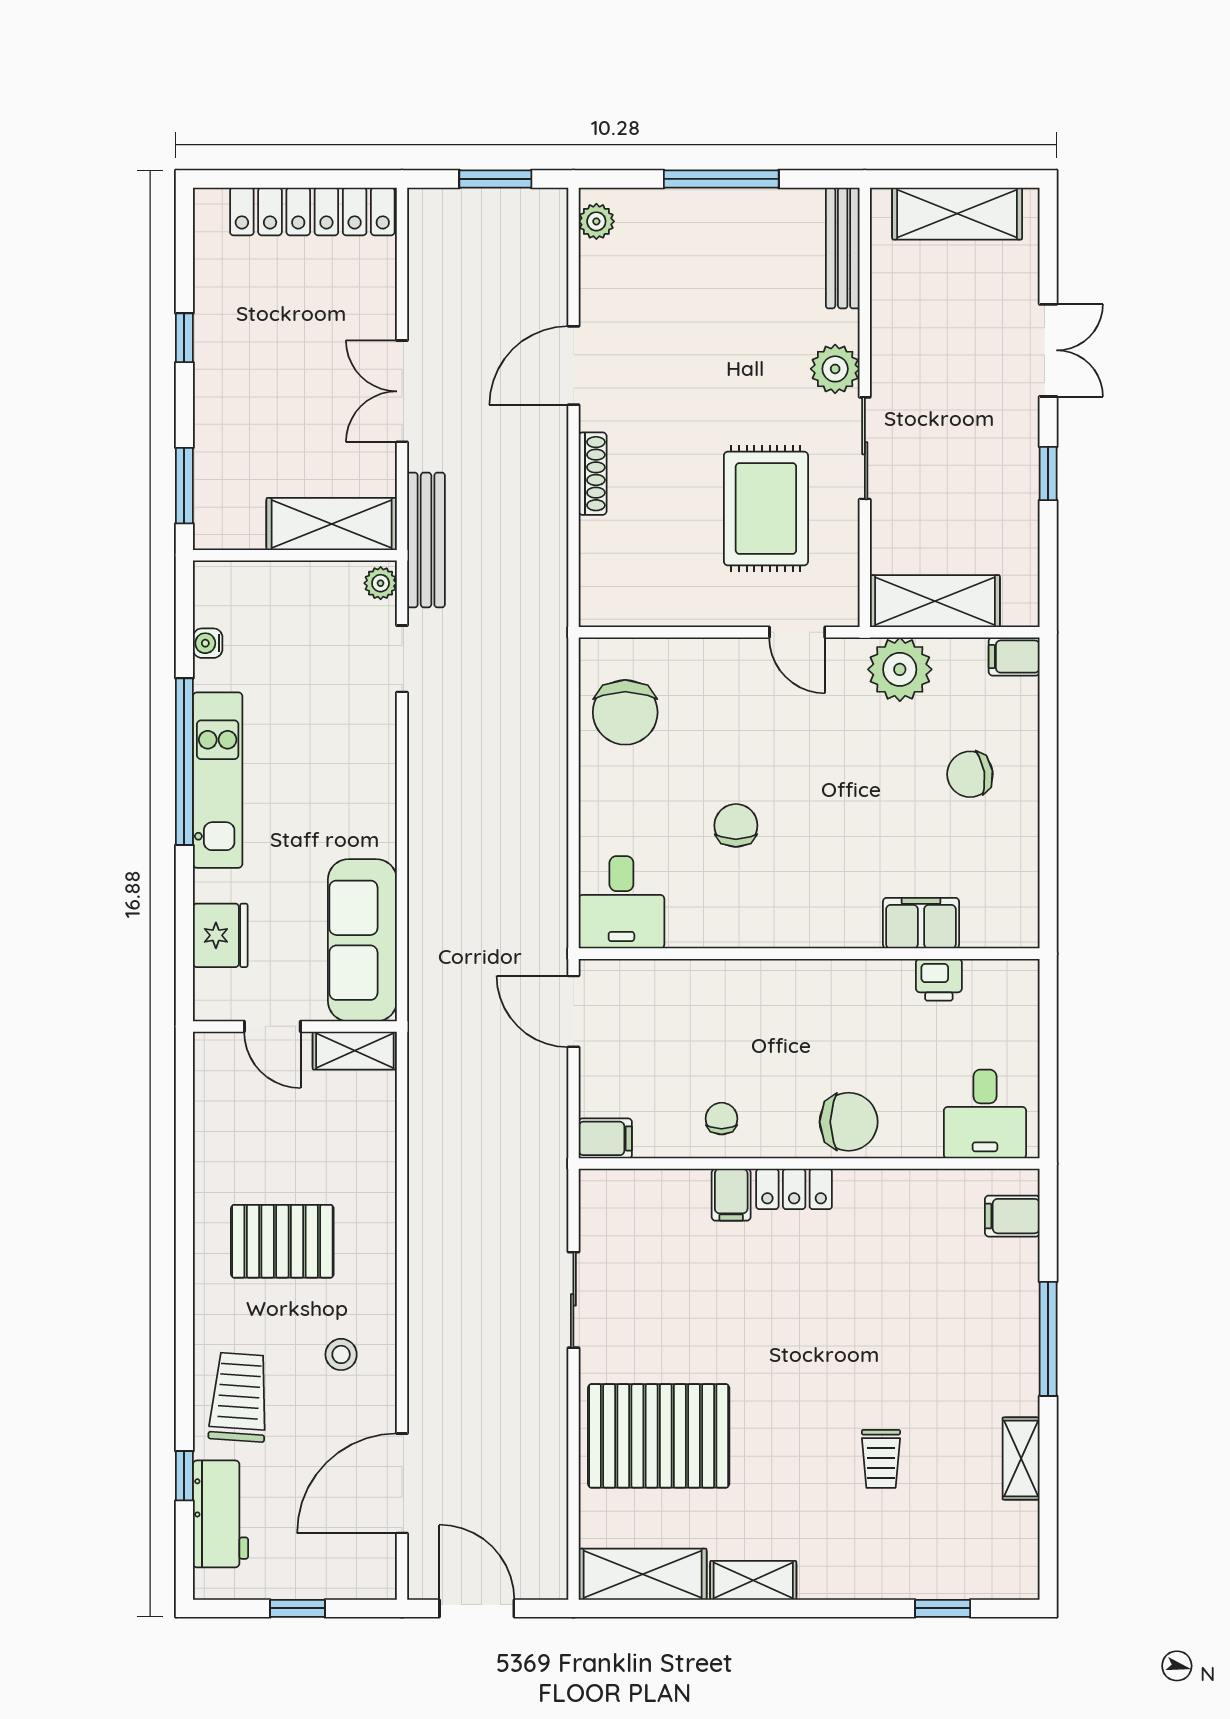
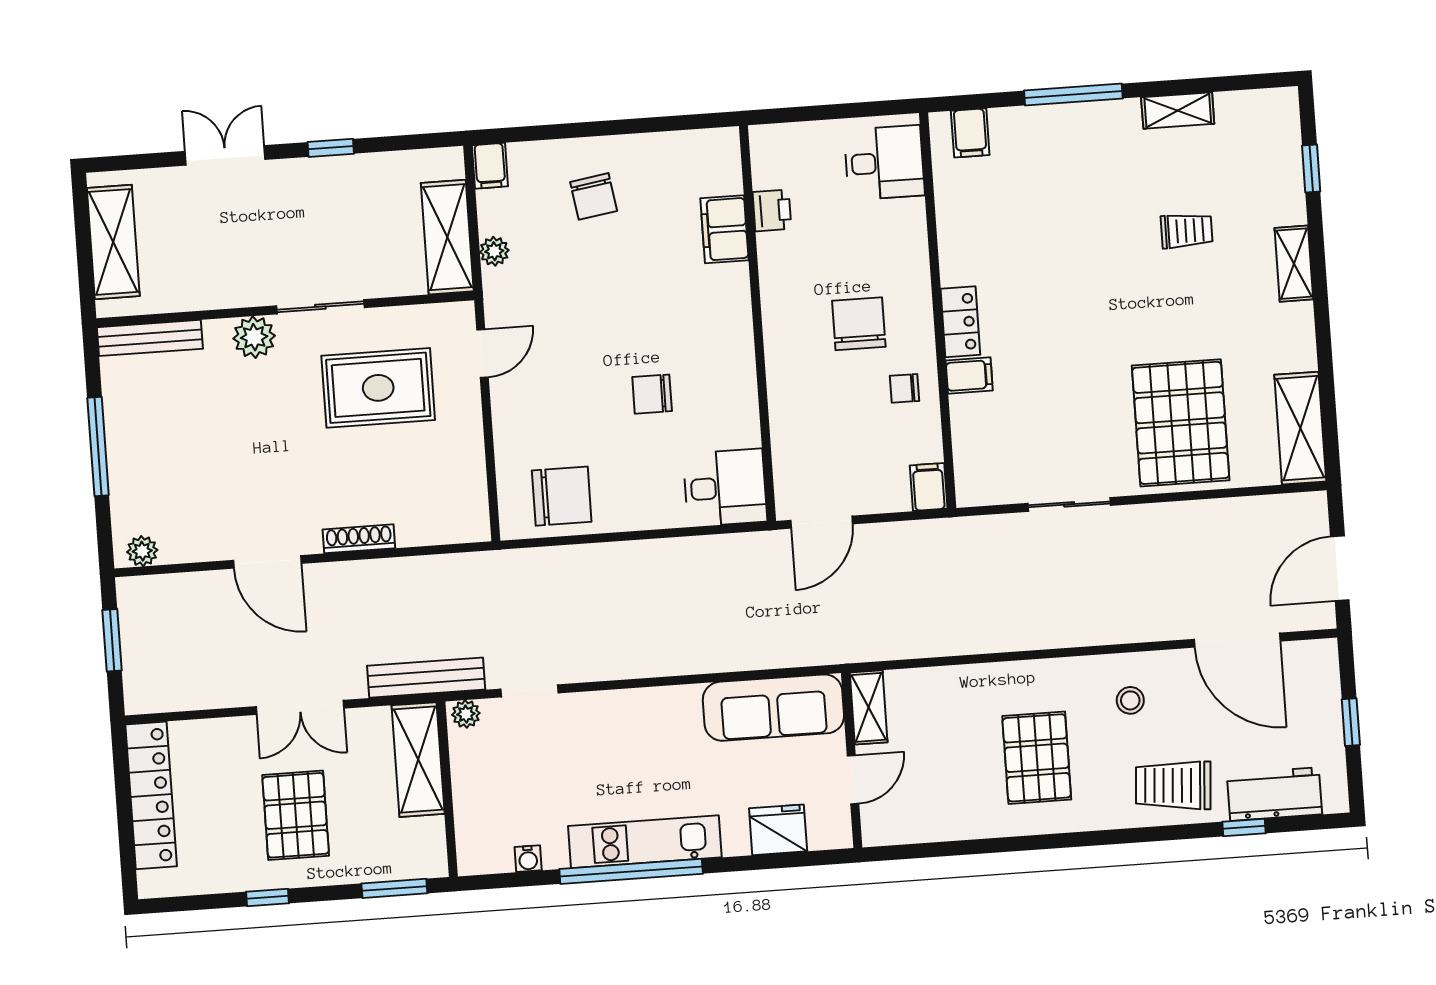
pallet: (277, 377) -> (296, 815), added
plant: (900, 669) -> (494, 251), width x0.53, depth x0.53
chair: (849, 1122) -> (859, 324), moved
shelving: (753, 1580) -> (1294, 264), moved

